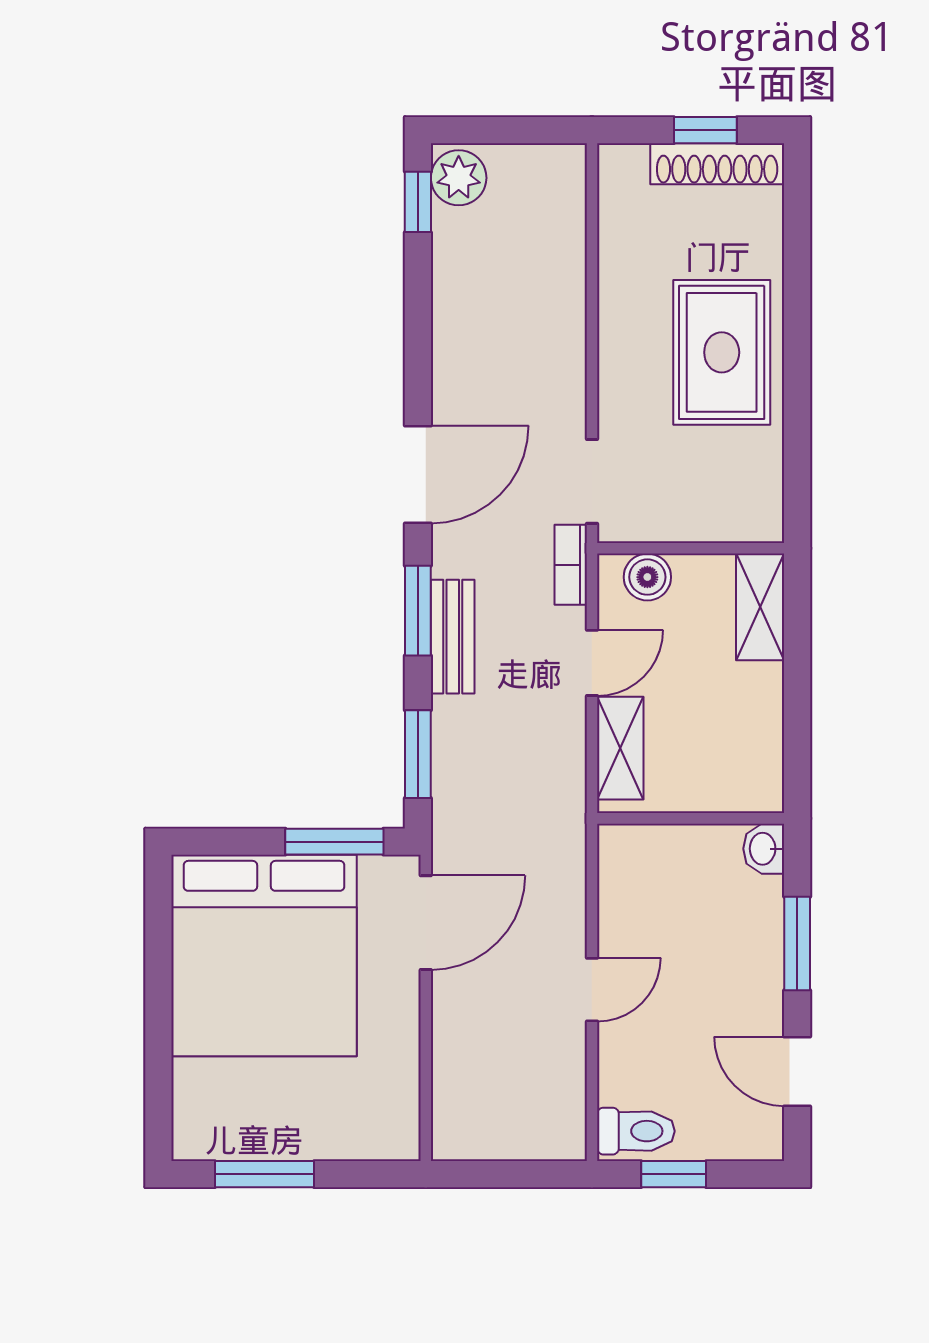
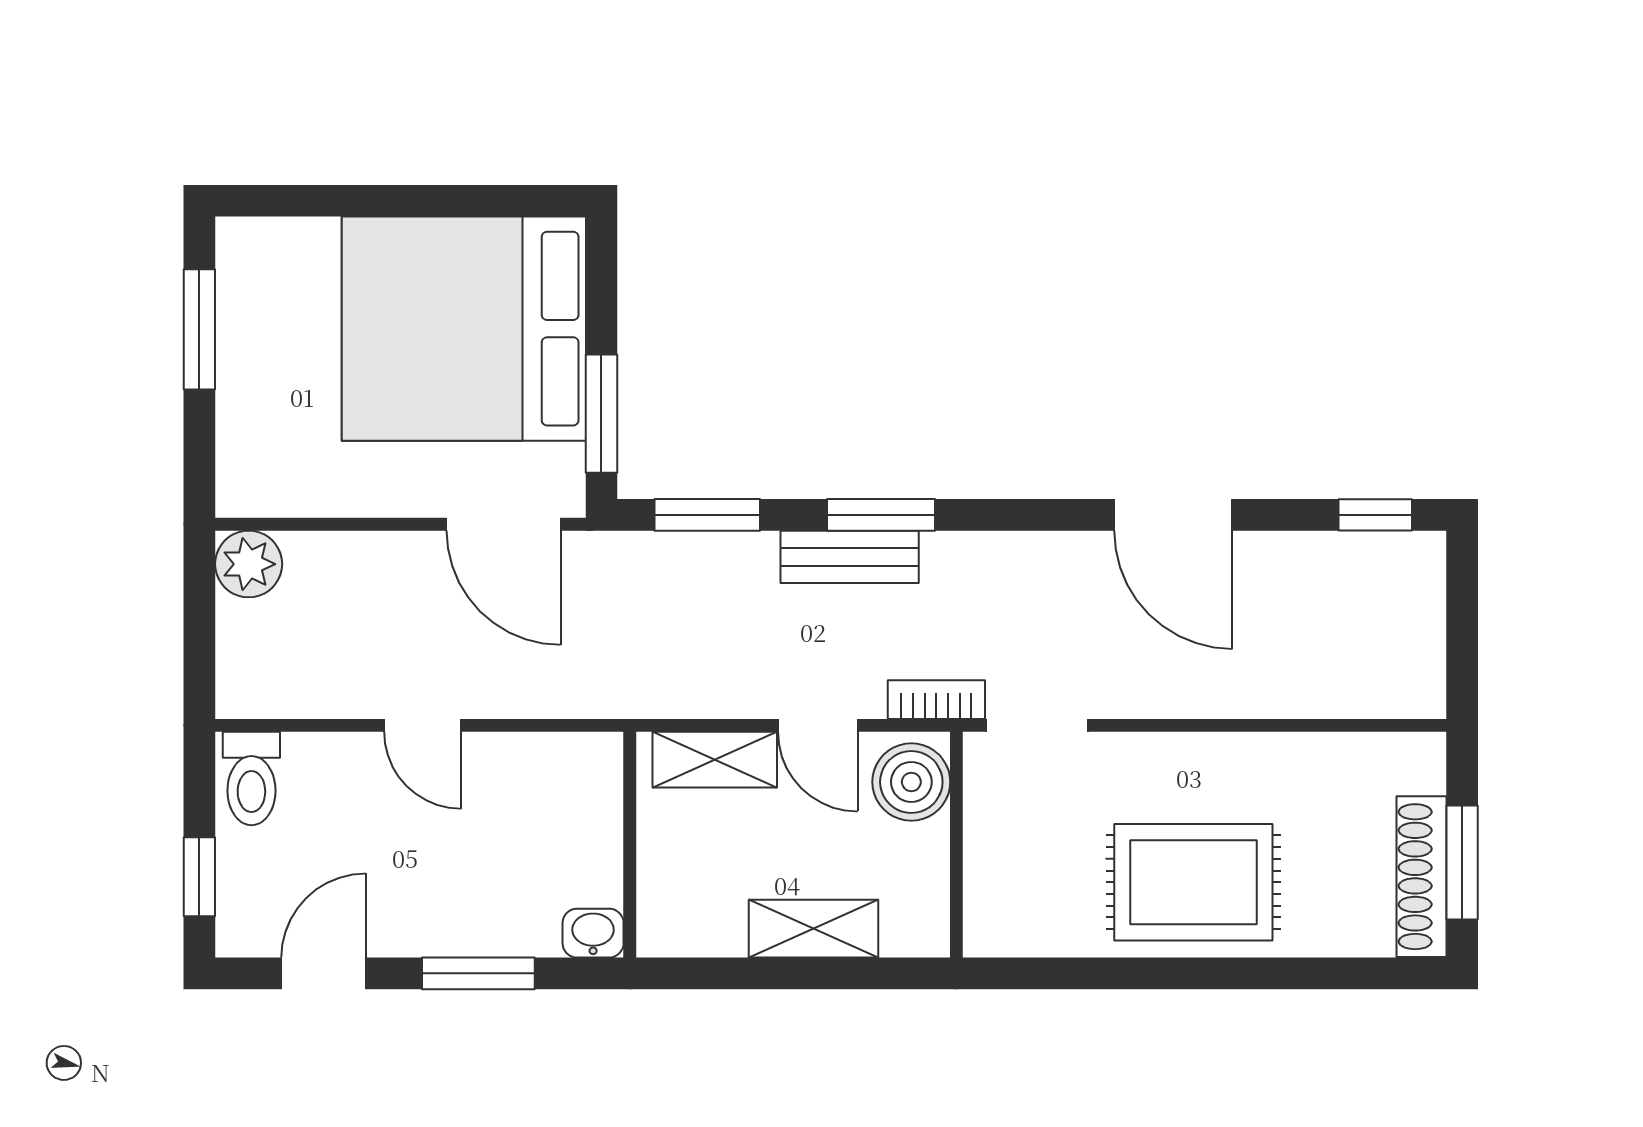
window: (705, 130) -> (1462, 862), width x1.50
plant: (459, 178) -> (249, 564), moved
door: (418, 474) -> (1173, 515), moved
boiler: (647, 577) -> (911, 782), width x1.36, depth x1.36
shelving: (760, 607) -> (814, 929), moved
window: (674, 1174) -> (199, 877), moved

